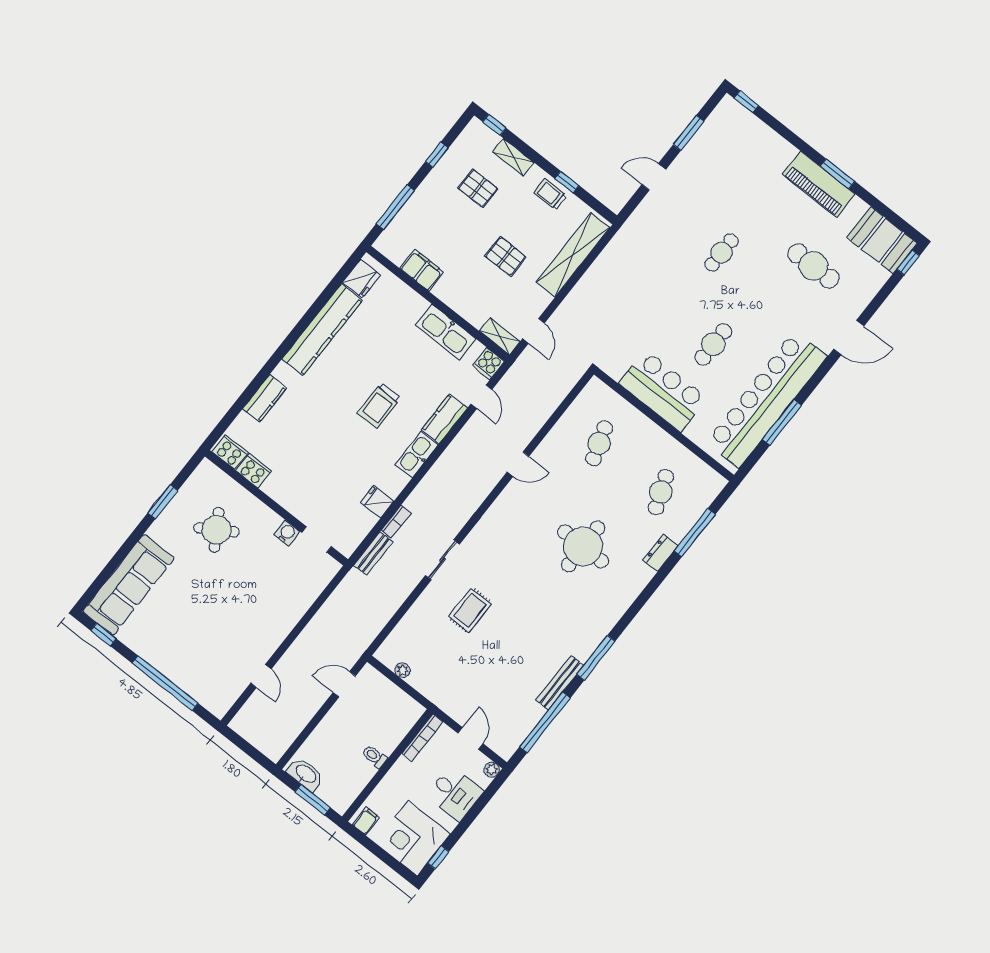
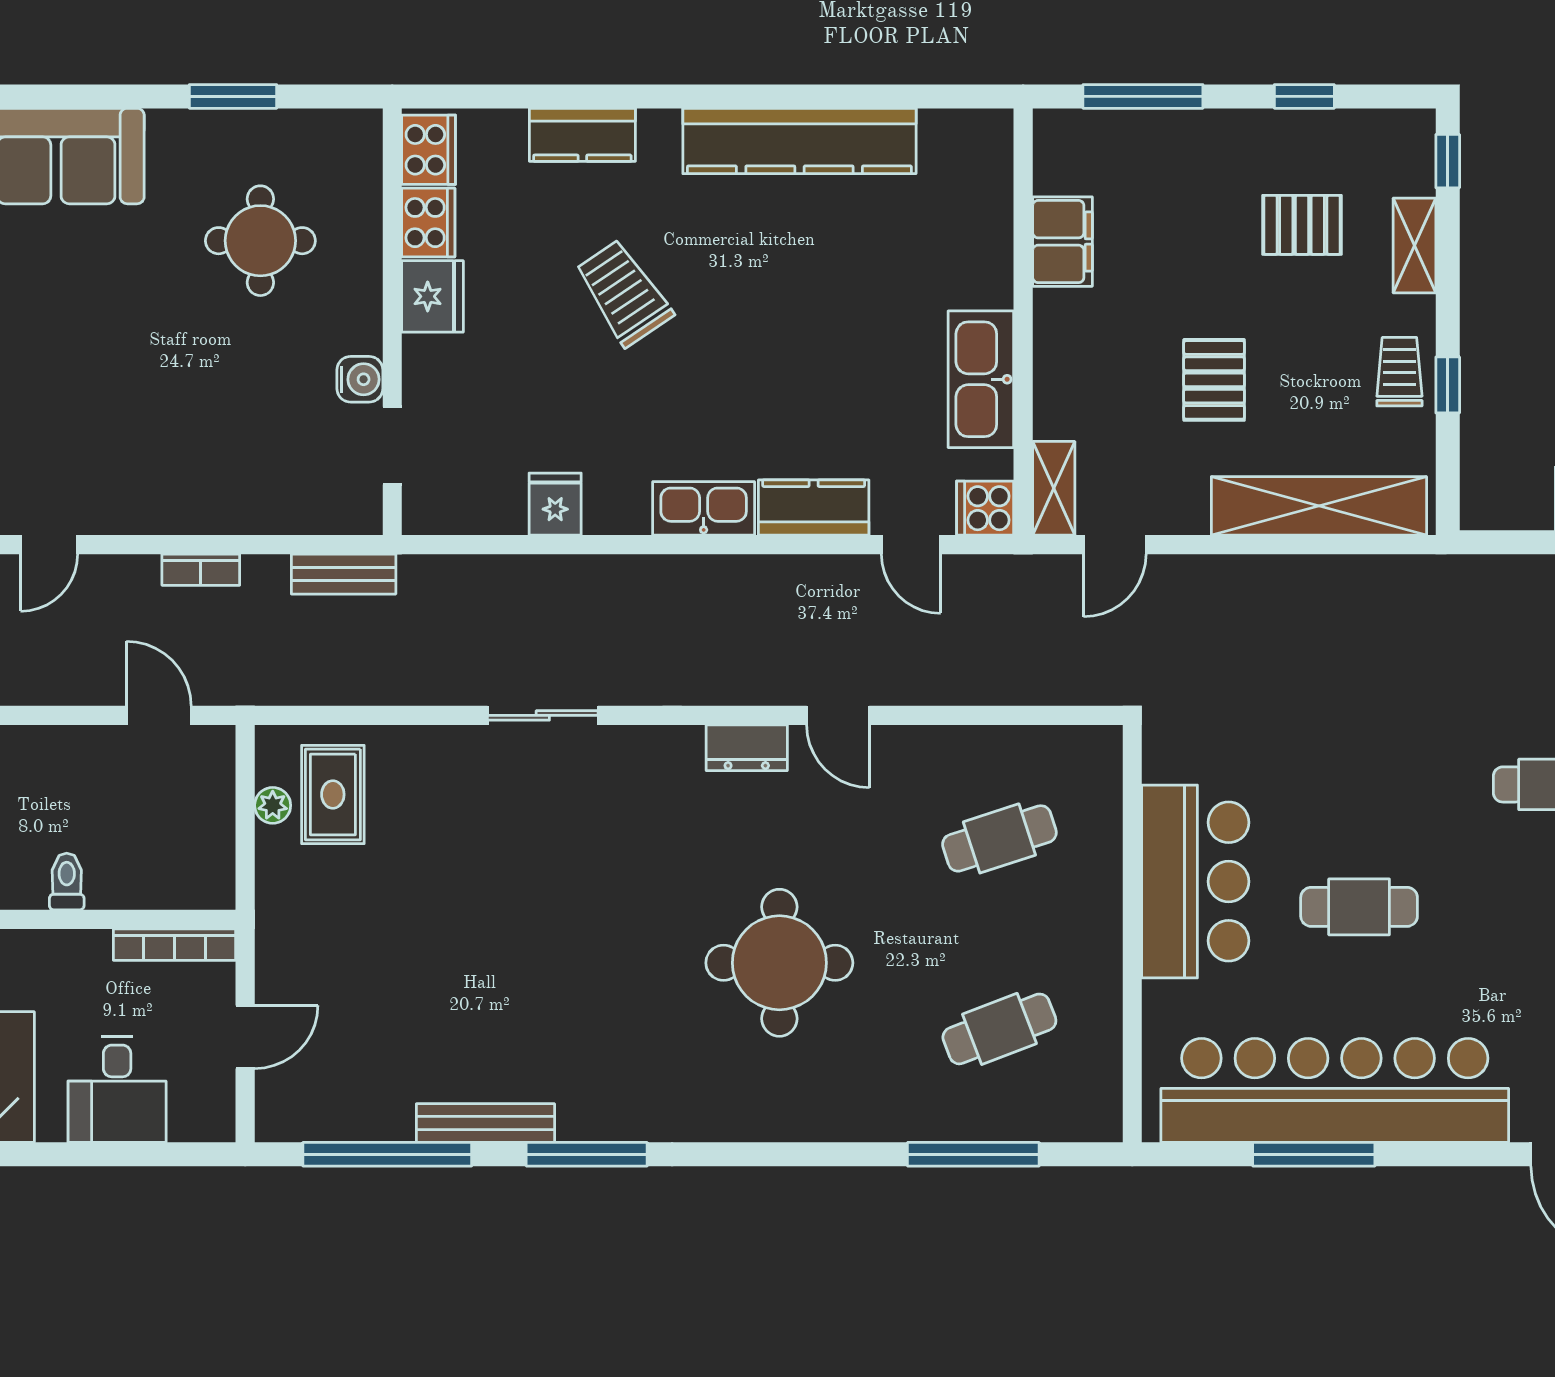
pallet: (478, 188) -> (1302, 225), turned 90
fridge: (361, 279) -> (433, 296), moved, turned -90
door: (481, 397) -> (911, 545), hinge flipped
trolley: (379, 406) -> (624, 293), moved, turned 56
bookcase: (396, 522) -> (201, 570), moved
round table: (216, 530) -> (260, 241), turned 32
bench: (373, 553) -> (344, 574), moved
dresser: (660, 553) -> (747, 748), moved, turned 180
rug: (470, 610) -> (333, 794), moved, turned 90
plant: (492, 770) -> (218, 1124), removed

